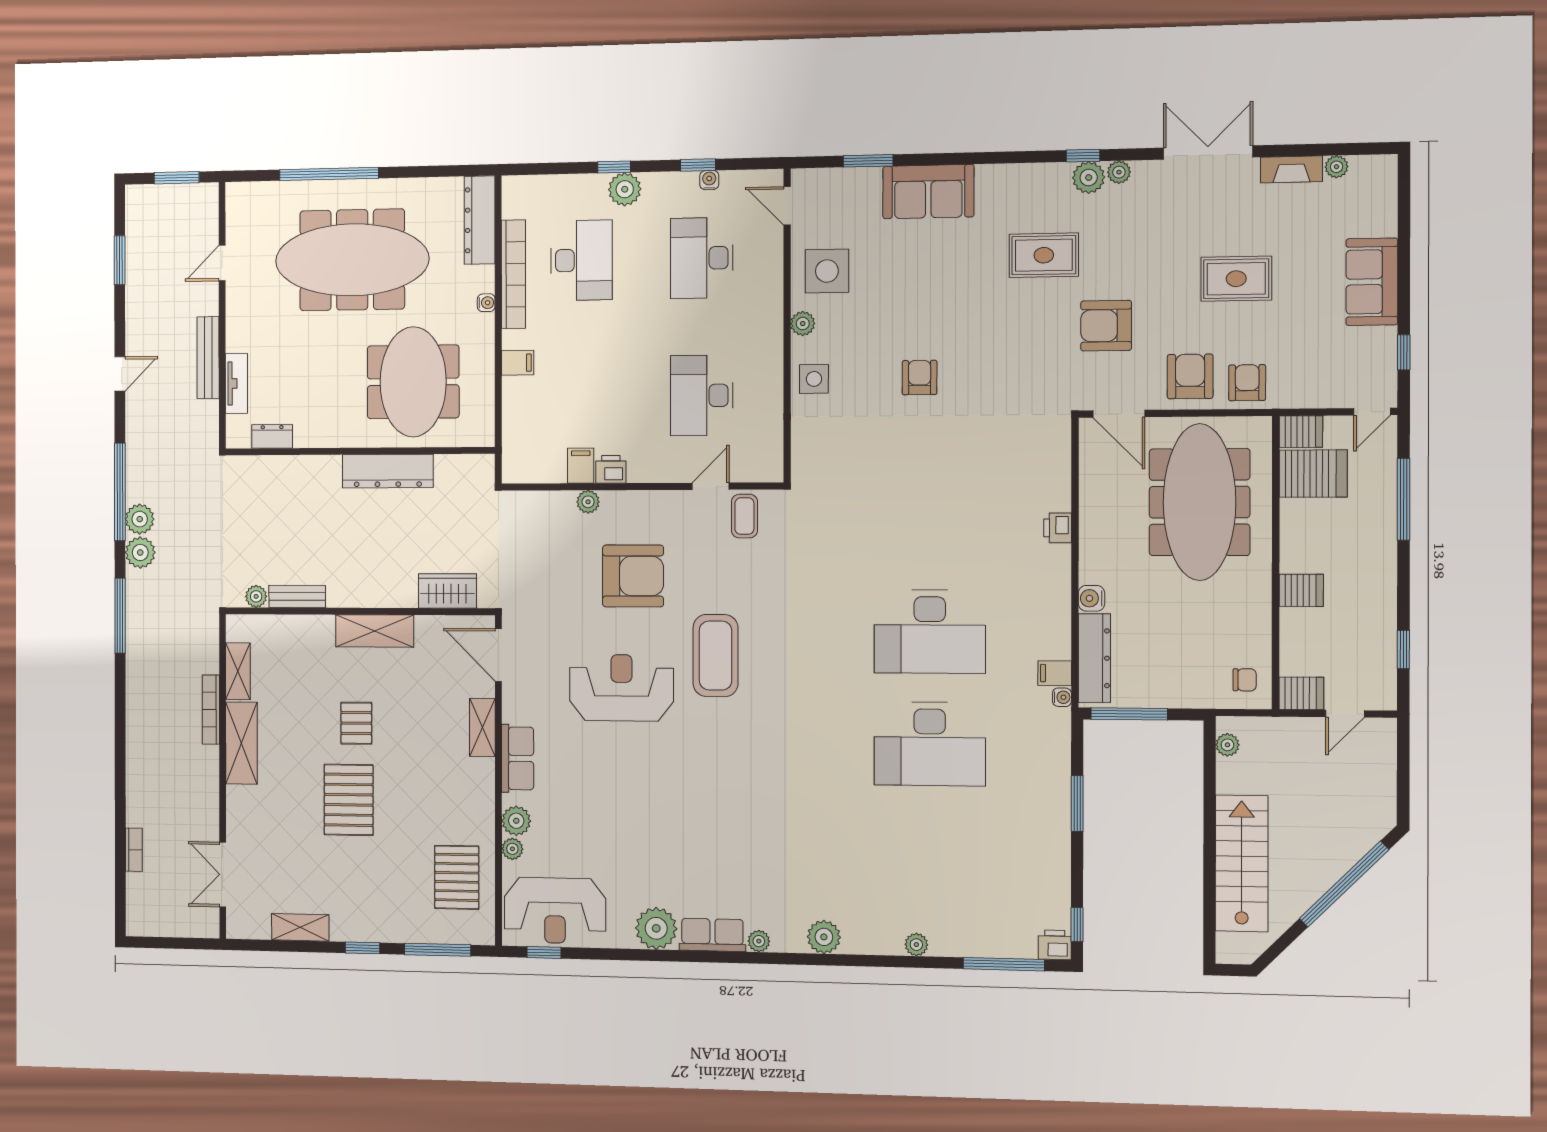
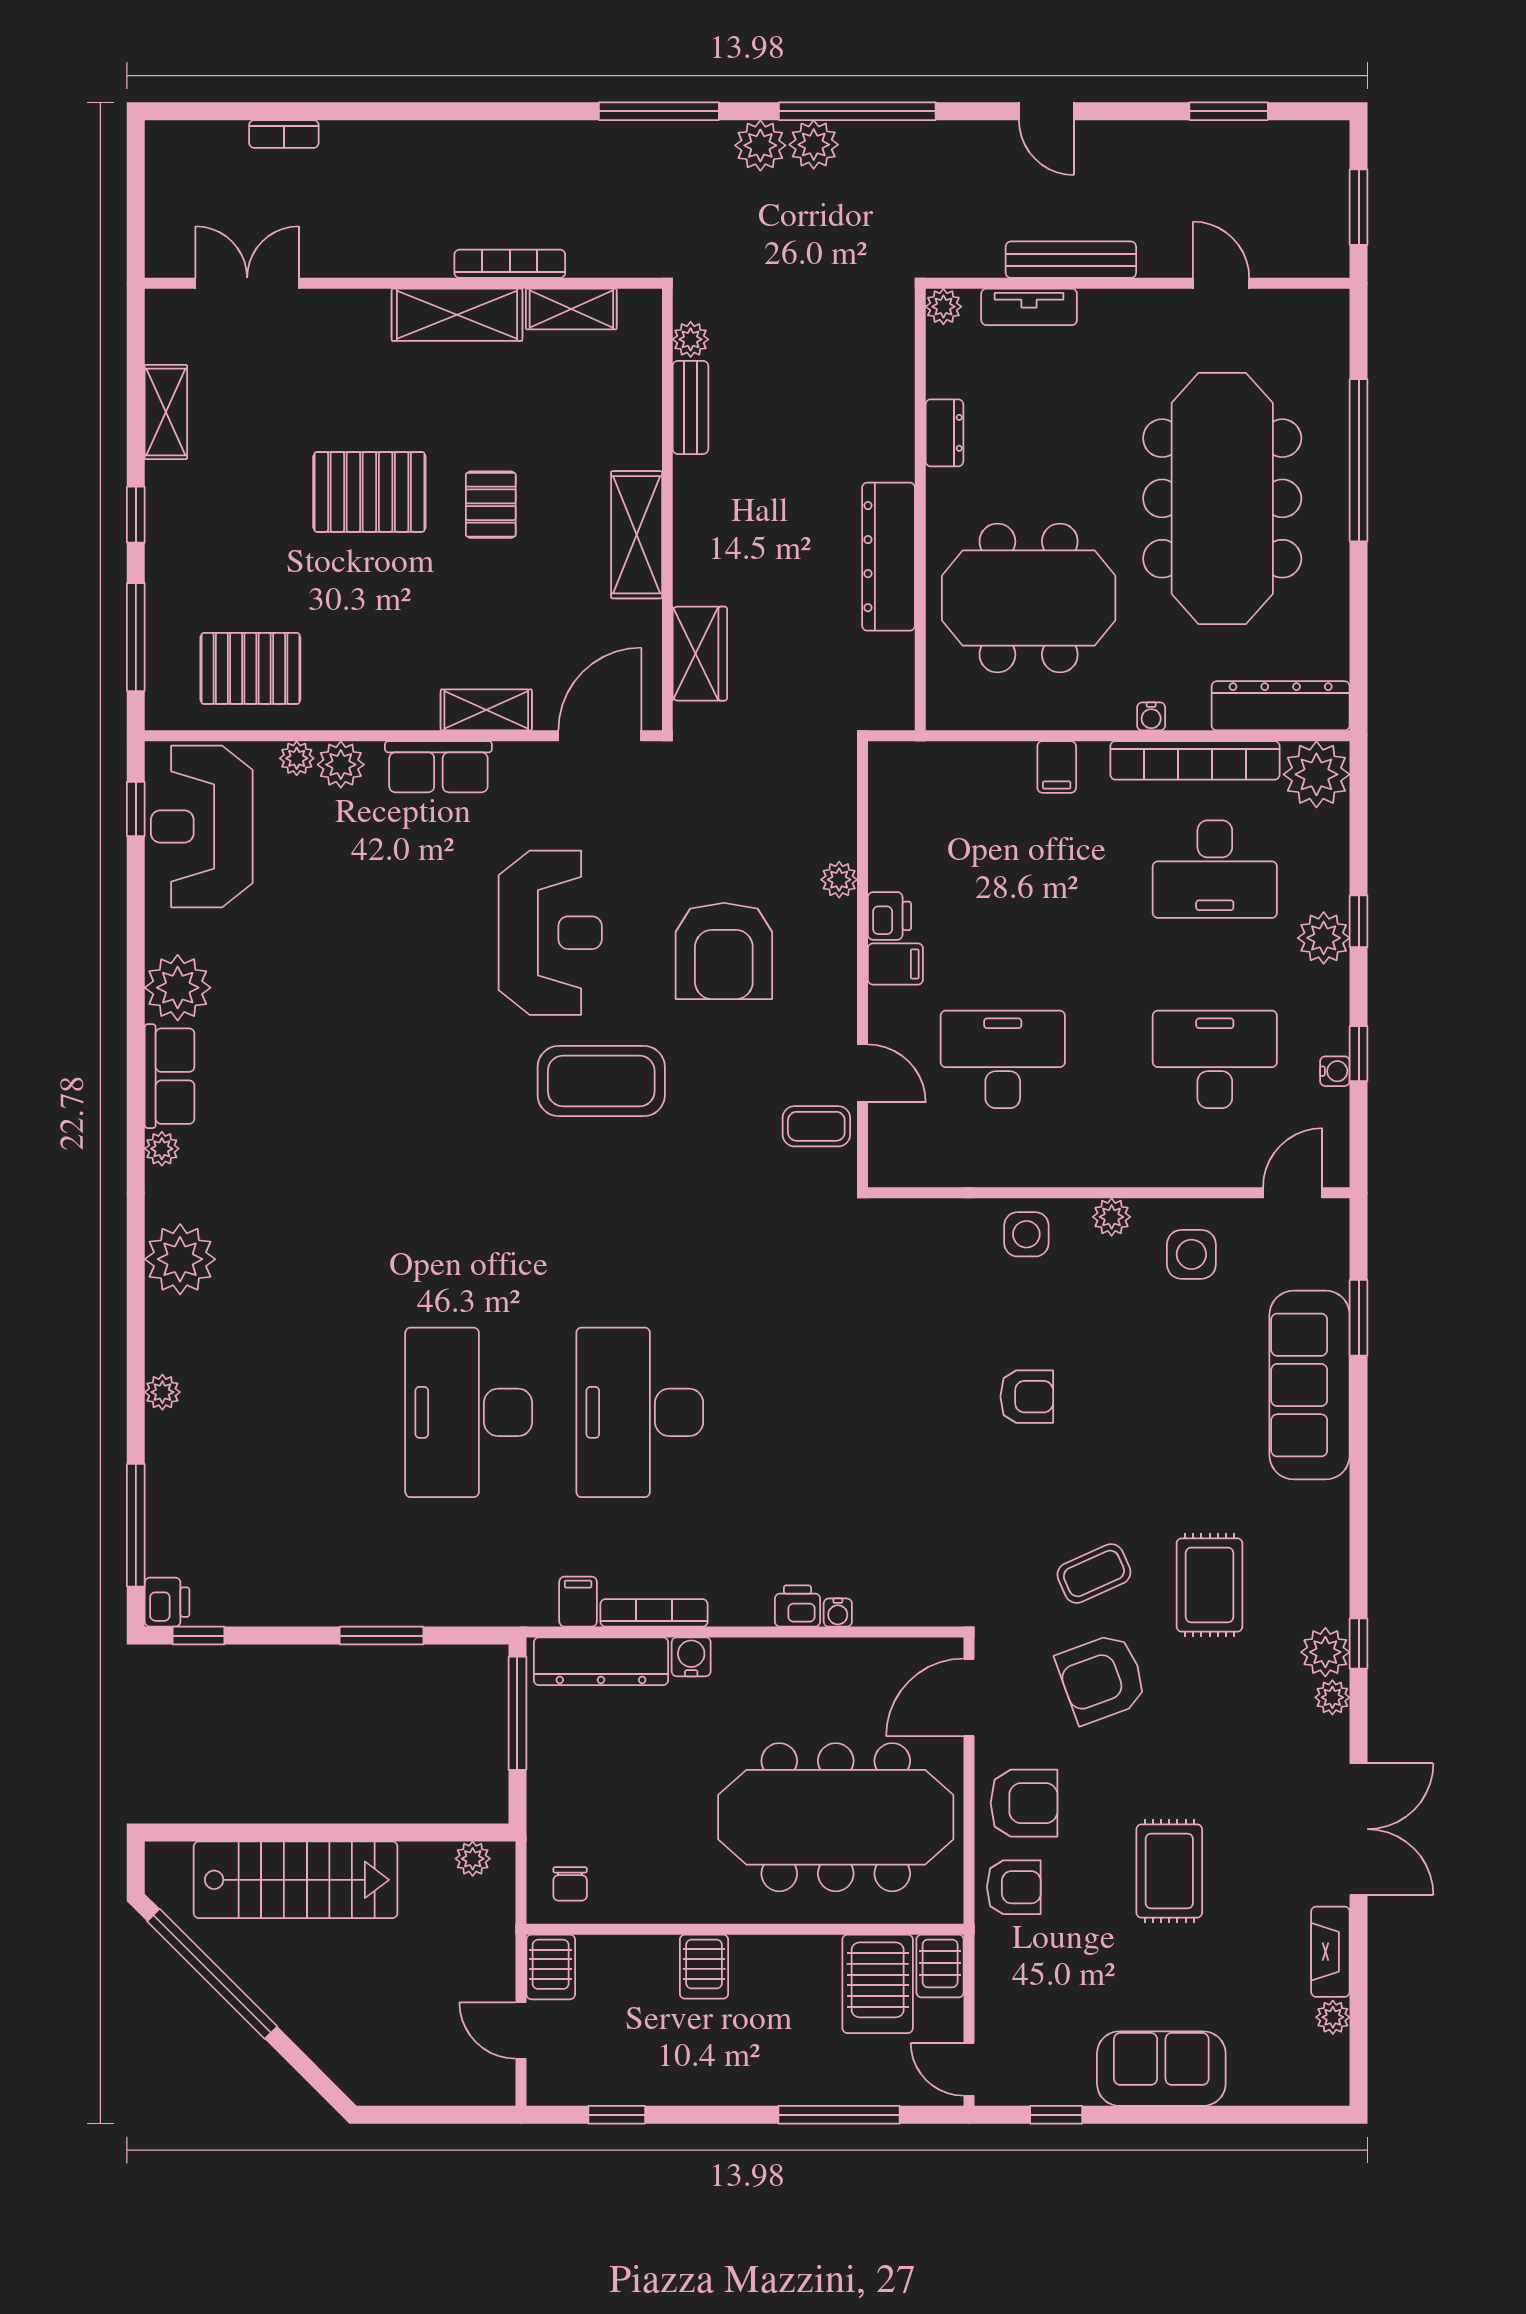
sofa: (928, 192) -> (1310, 1385), width x1.36
plant: (522, 196) -> (1316, 774), added
side table: (827, 271) -> (1191, 1254), width x0.73, depth x0.73
armchair: (1106, 326) -> (1102, 1678), turned -110
coffee table: (1036, 332) -> (1094, 1574), added
dresser: (272, 436) -> (944, 433), moved
plant: (236, 437) -> (943, 307), added
filing cabinet: (581, 466) -> (895, 964), moved
bookcase: (1062, 623) -> (654, 1613), added
water cooler: (1062, 697) -> (838, 1613), moved
pallet: (356, 723) -> (491, 505), turned 90
window: (1344, 884) -> (212, 1974), moved
plant: (824, 937) -> (180, 1259), width x1.36, depth x1.36

